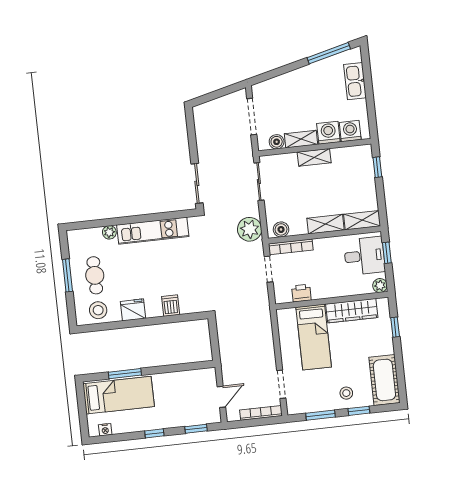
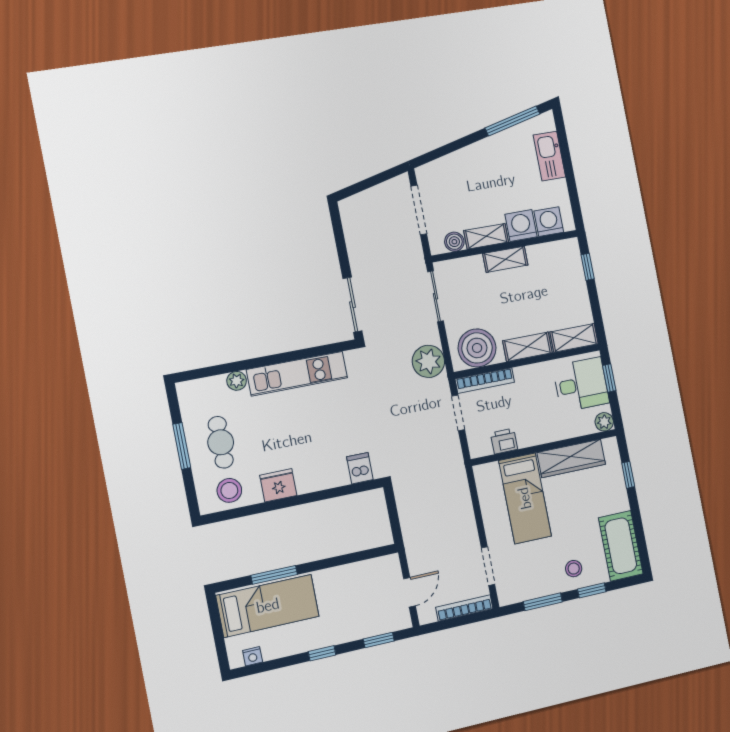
boiler: (281, 229) -> (477, 348), width x1.86, depth x1.86
dishwasher: (171, 306) -> (360, 468), moved

